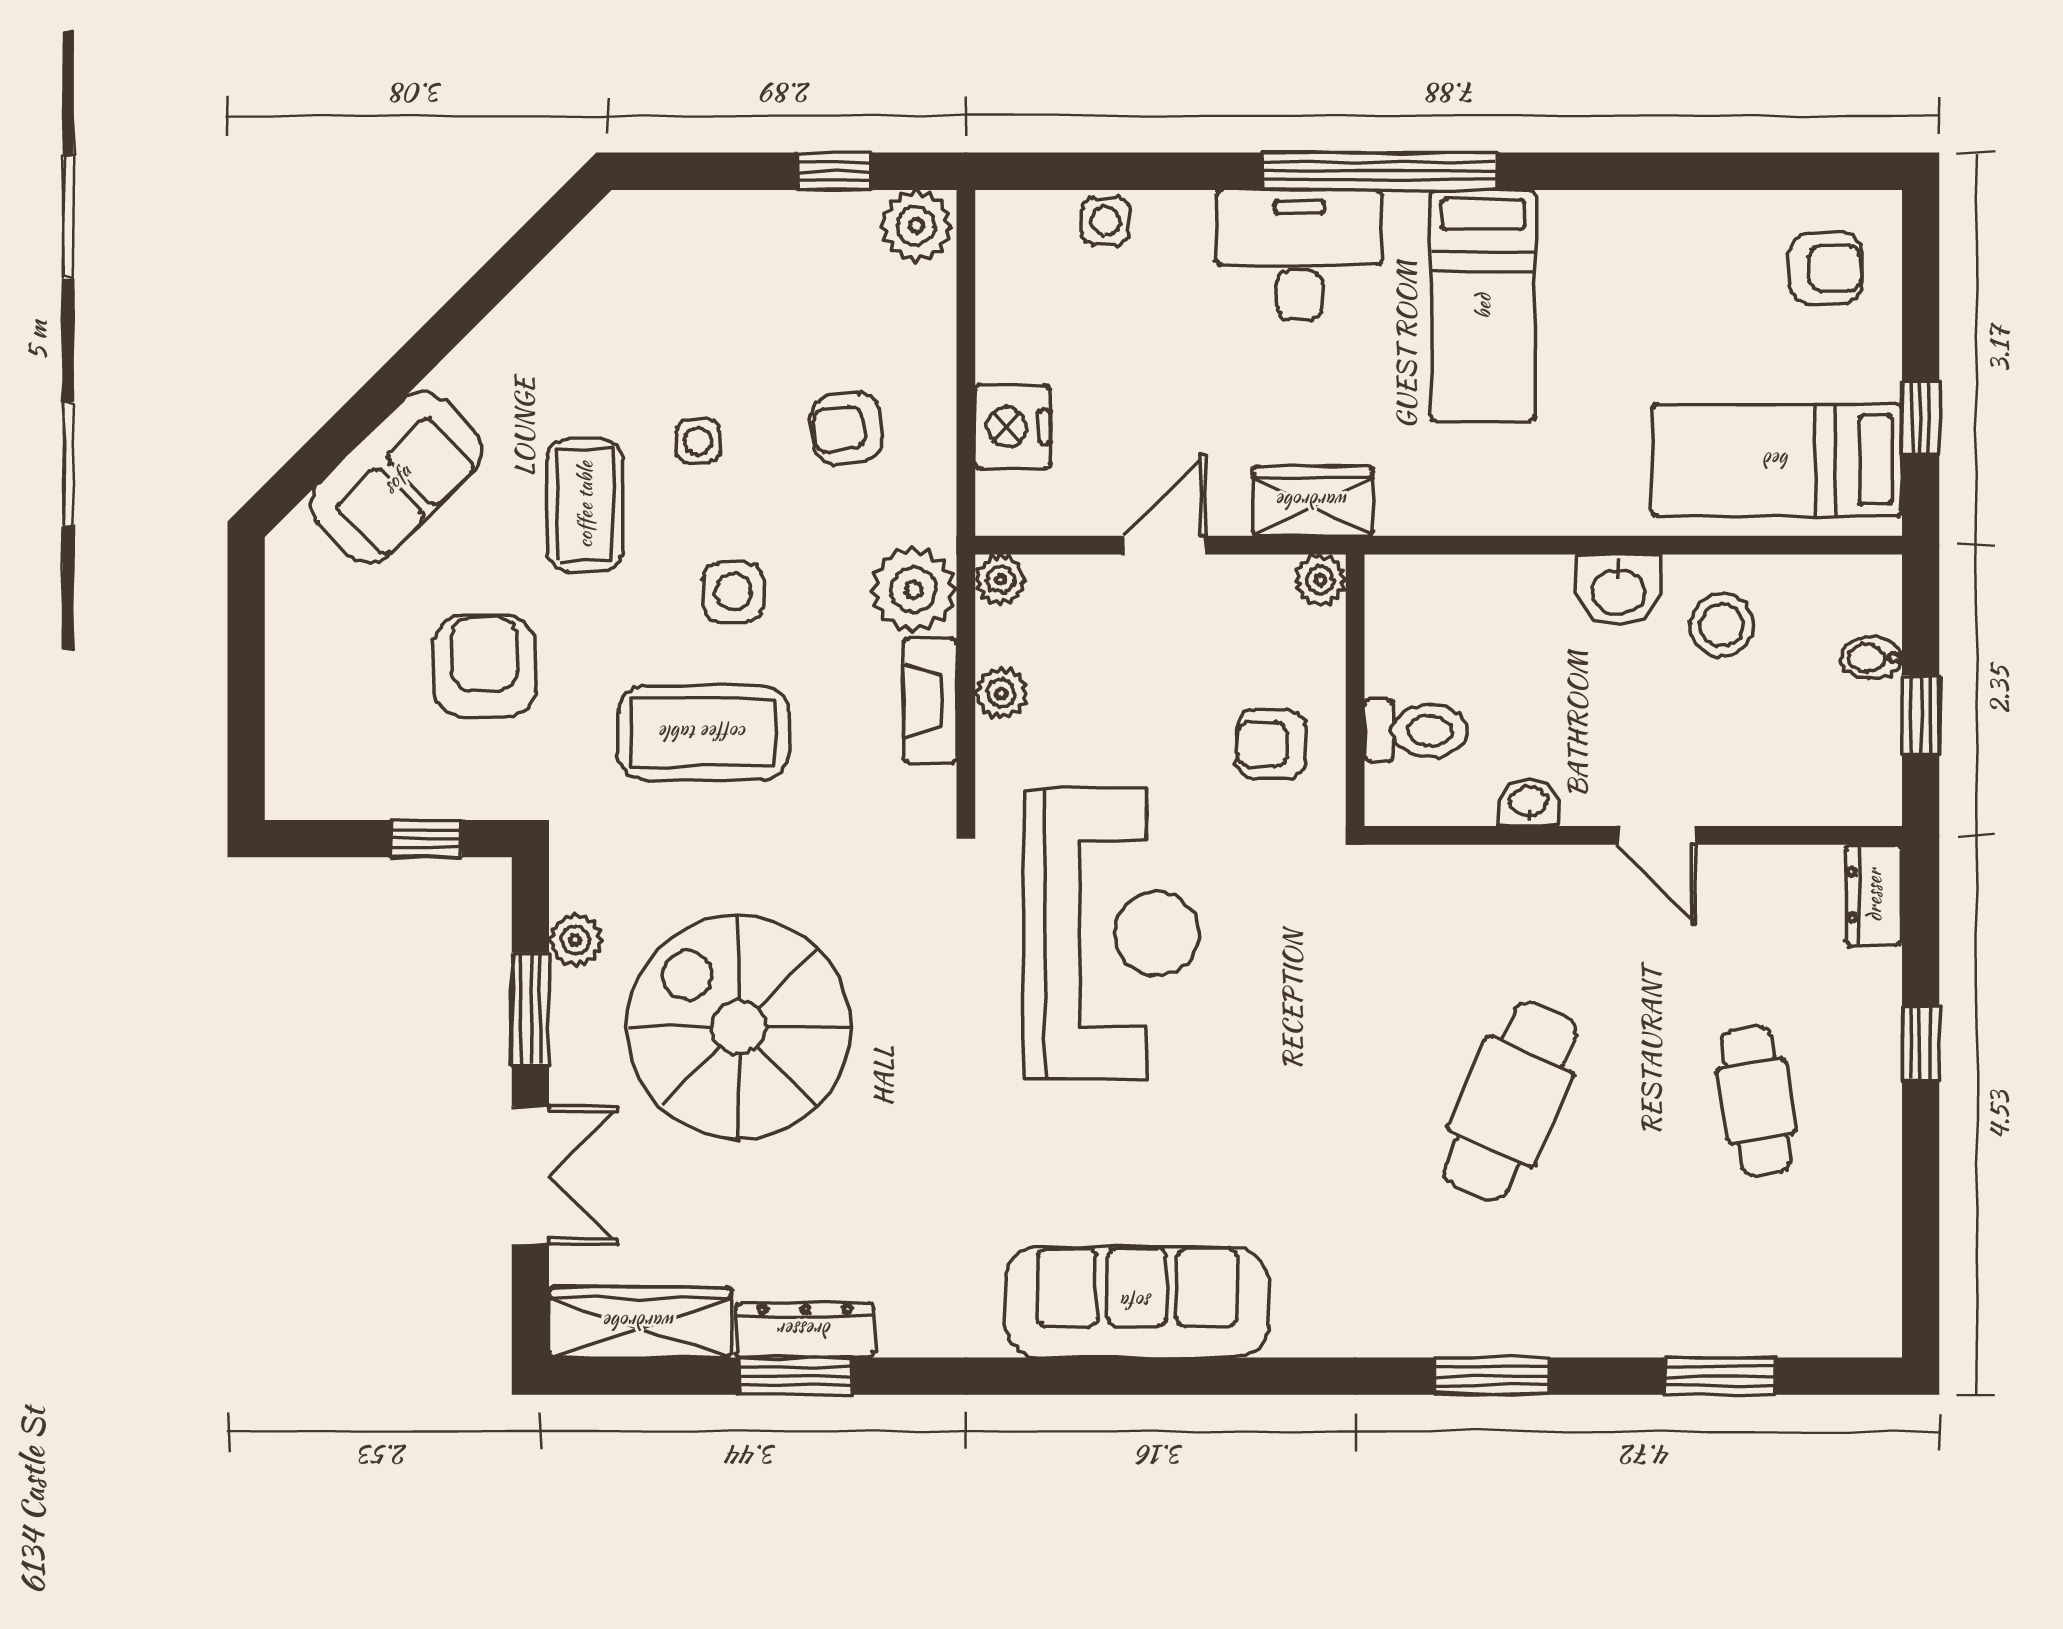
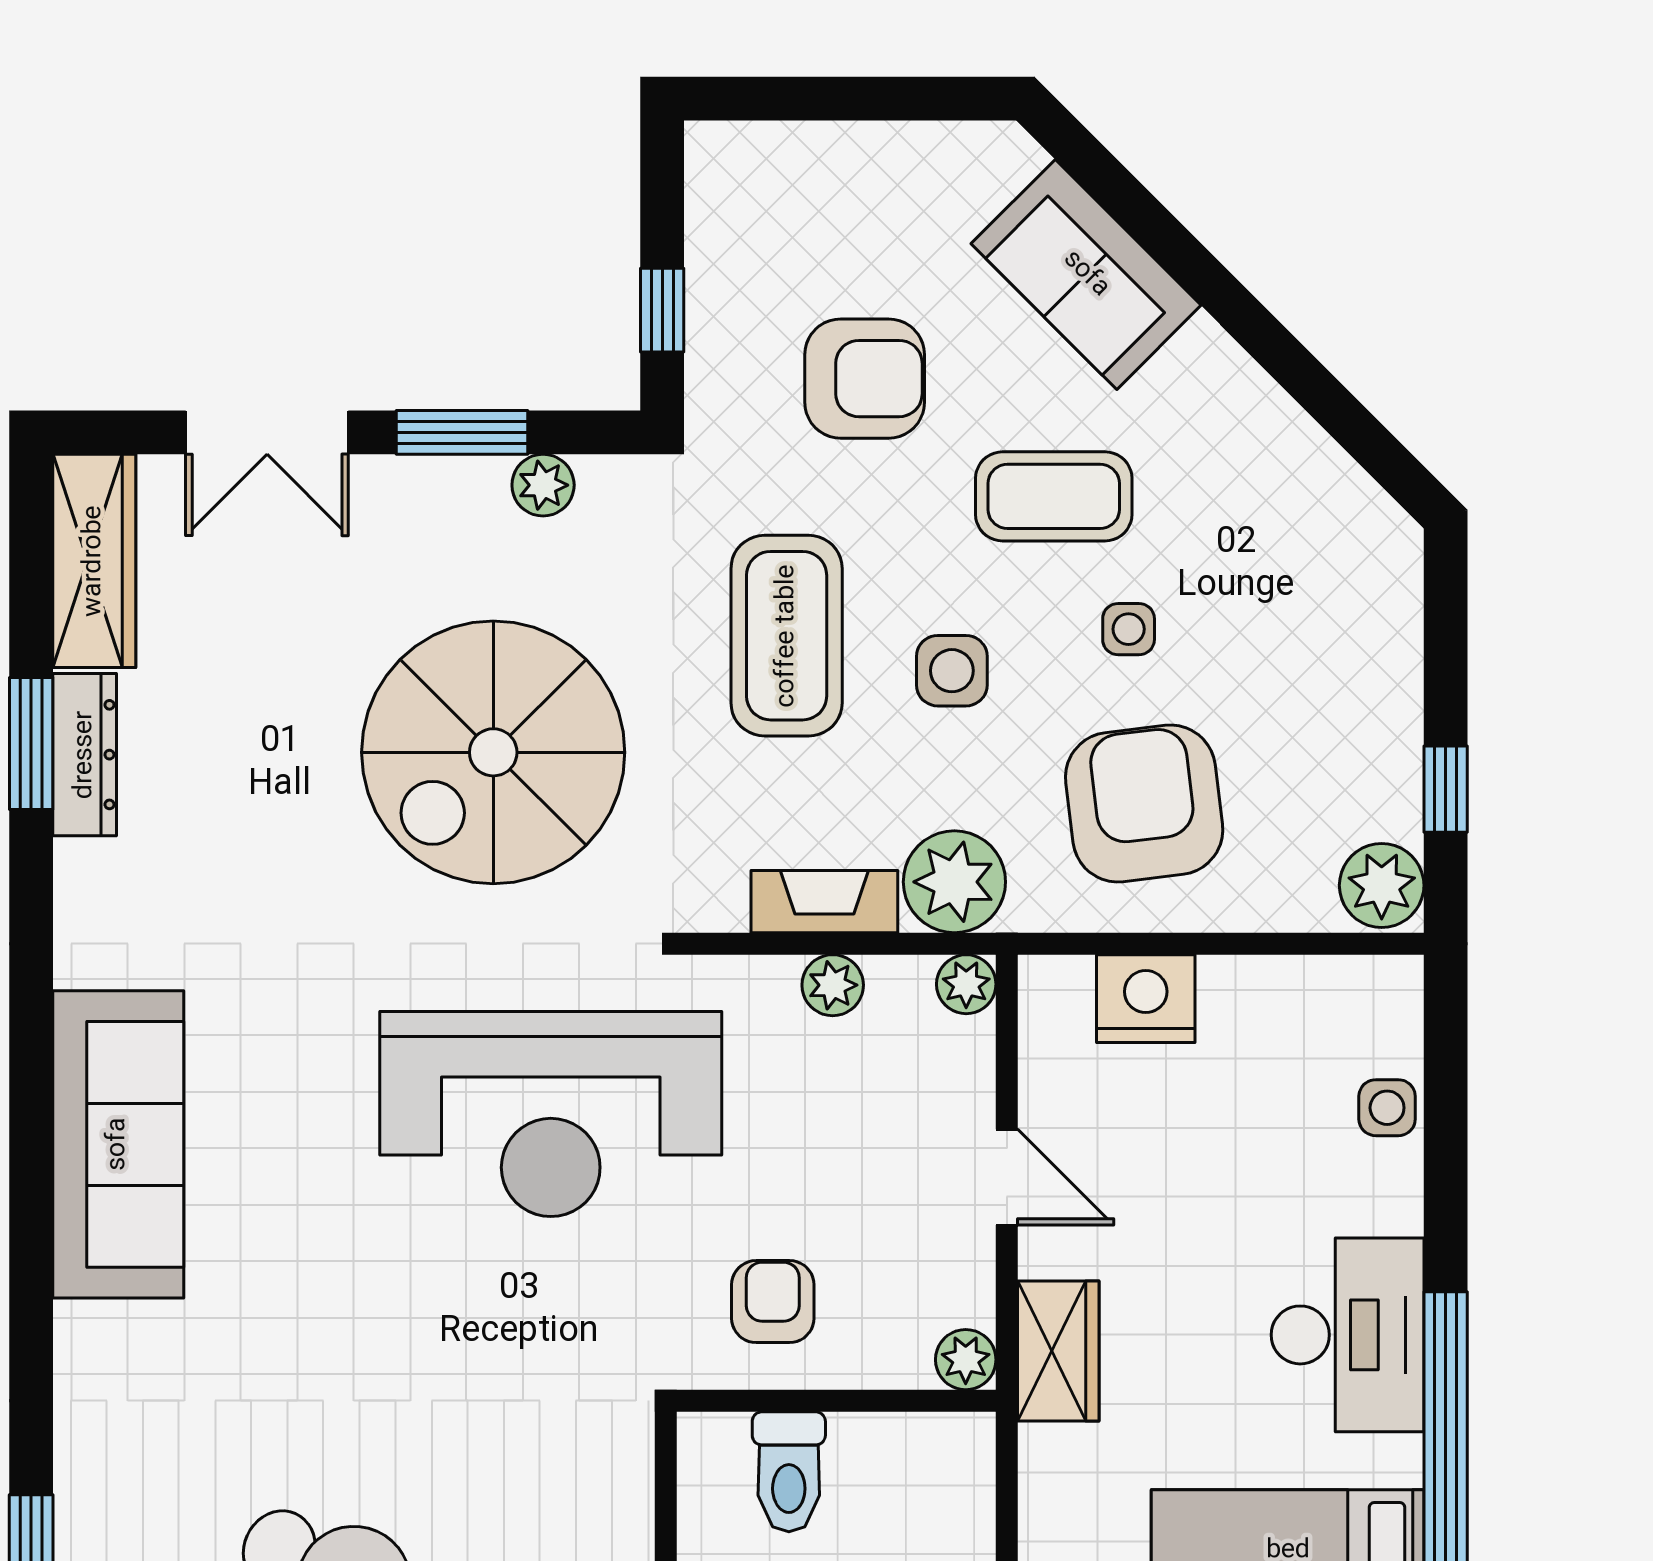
armchair: (847, 428) -> (1144, 804), width x1.88, depth x1.88
spiral stairs: (739, 1027) -> (493, 752), moved, turned 180

